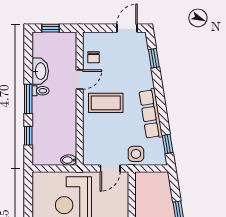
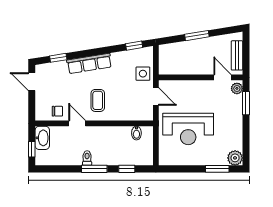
washbasin: (40, 71) -> (42, 138), moved, turned 90
coffee table: (106, 103) -> (98, 100), width x0.73, depth x0.77
row of seats: (151, 114) -> (89, 63), moved
bidet: (69, 160) -> (136, 133), moved

